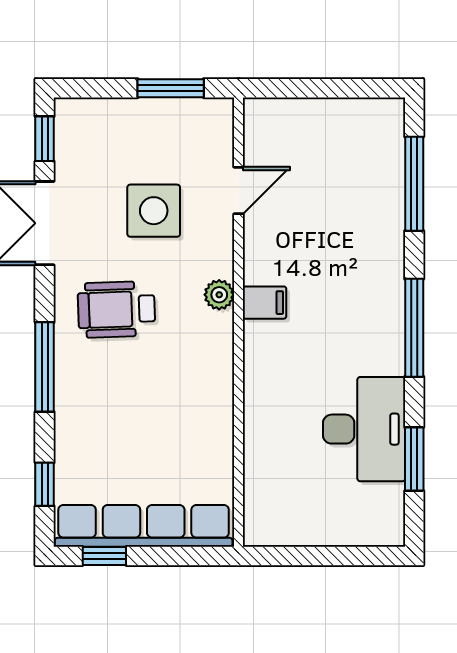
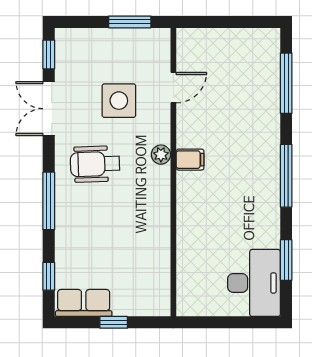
desk: (364, 429) -> (254, 283), moved
row of seats: (144, 526) -> (84, 303), width x0.50
window: (104, 556) -> (114, 322), moved

